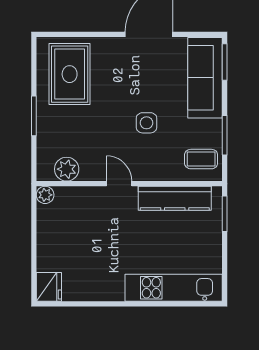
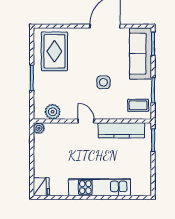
kitchen unit: (174, 288) -> (100, 187), moved

